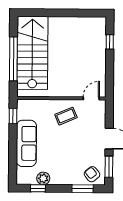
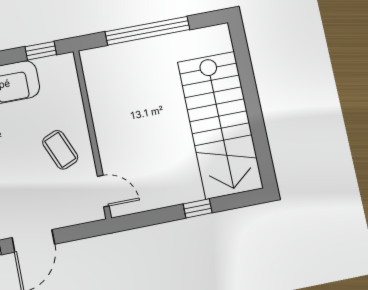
window: (110, 42) -> (198, 208), moved
stairs: (32, 53) -> (220, 125), moved, turned 90

